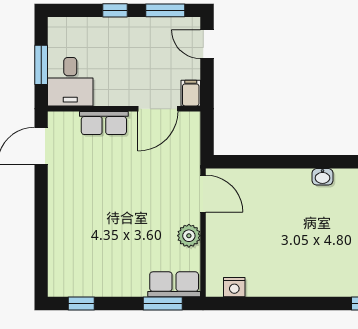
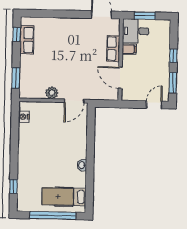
filing cabinet: (191, 93) -> (129, 49), moved
row of seats: (174, 284) -> (27, 40), moved

